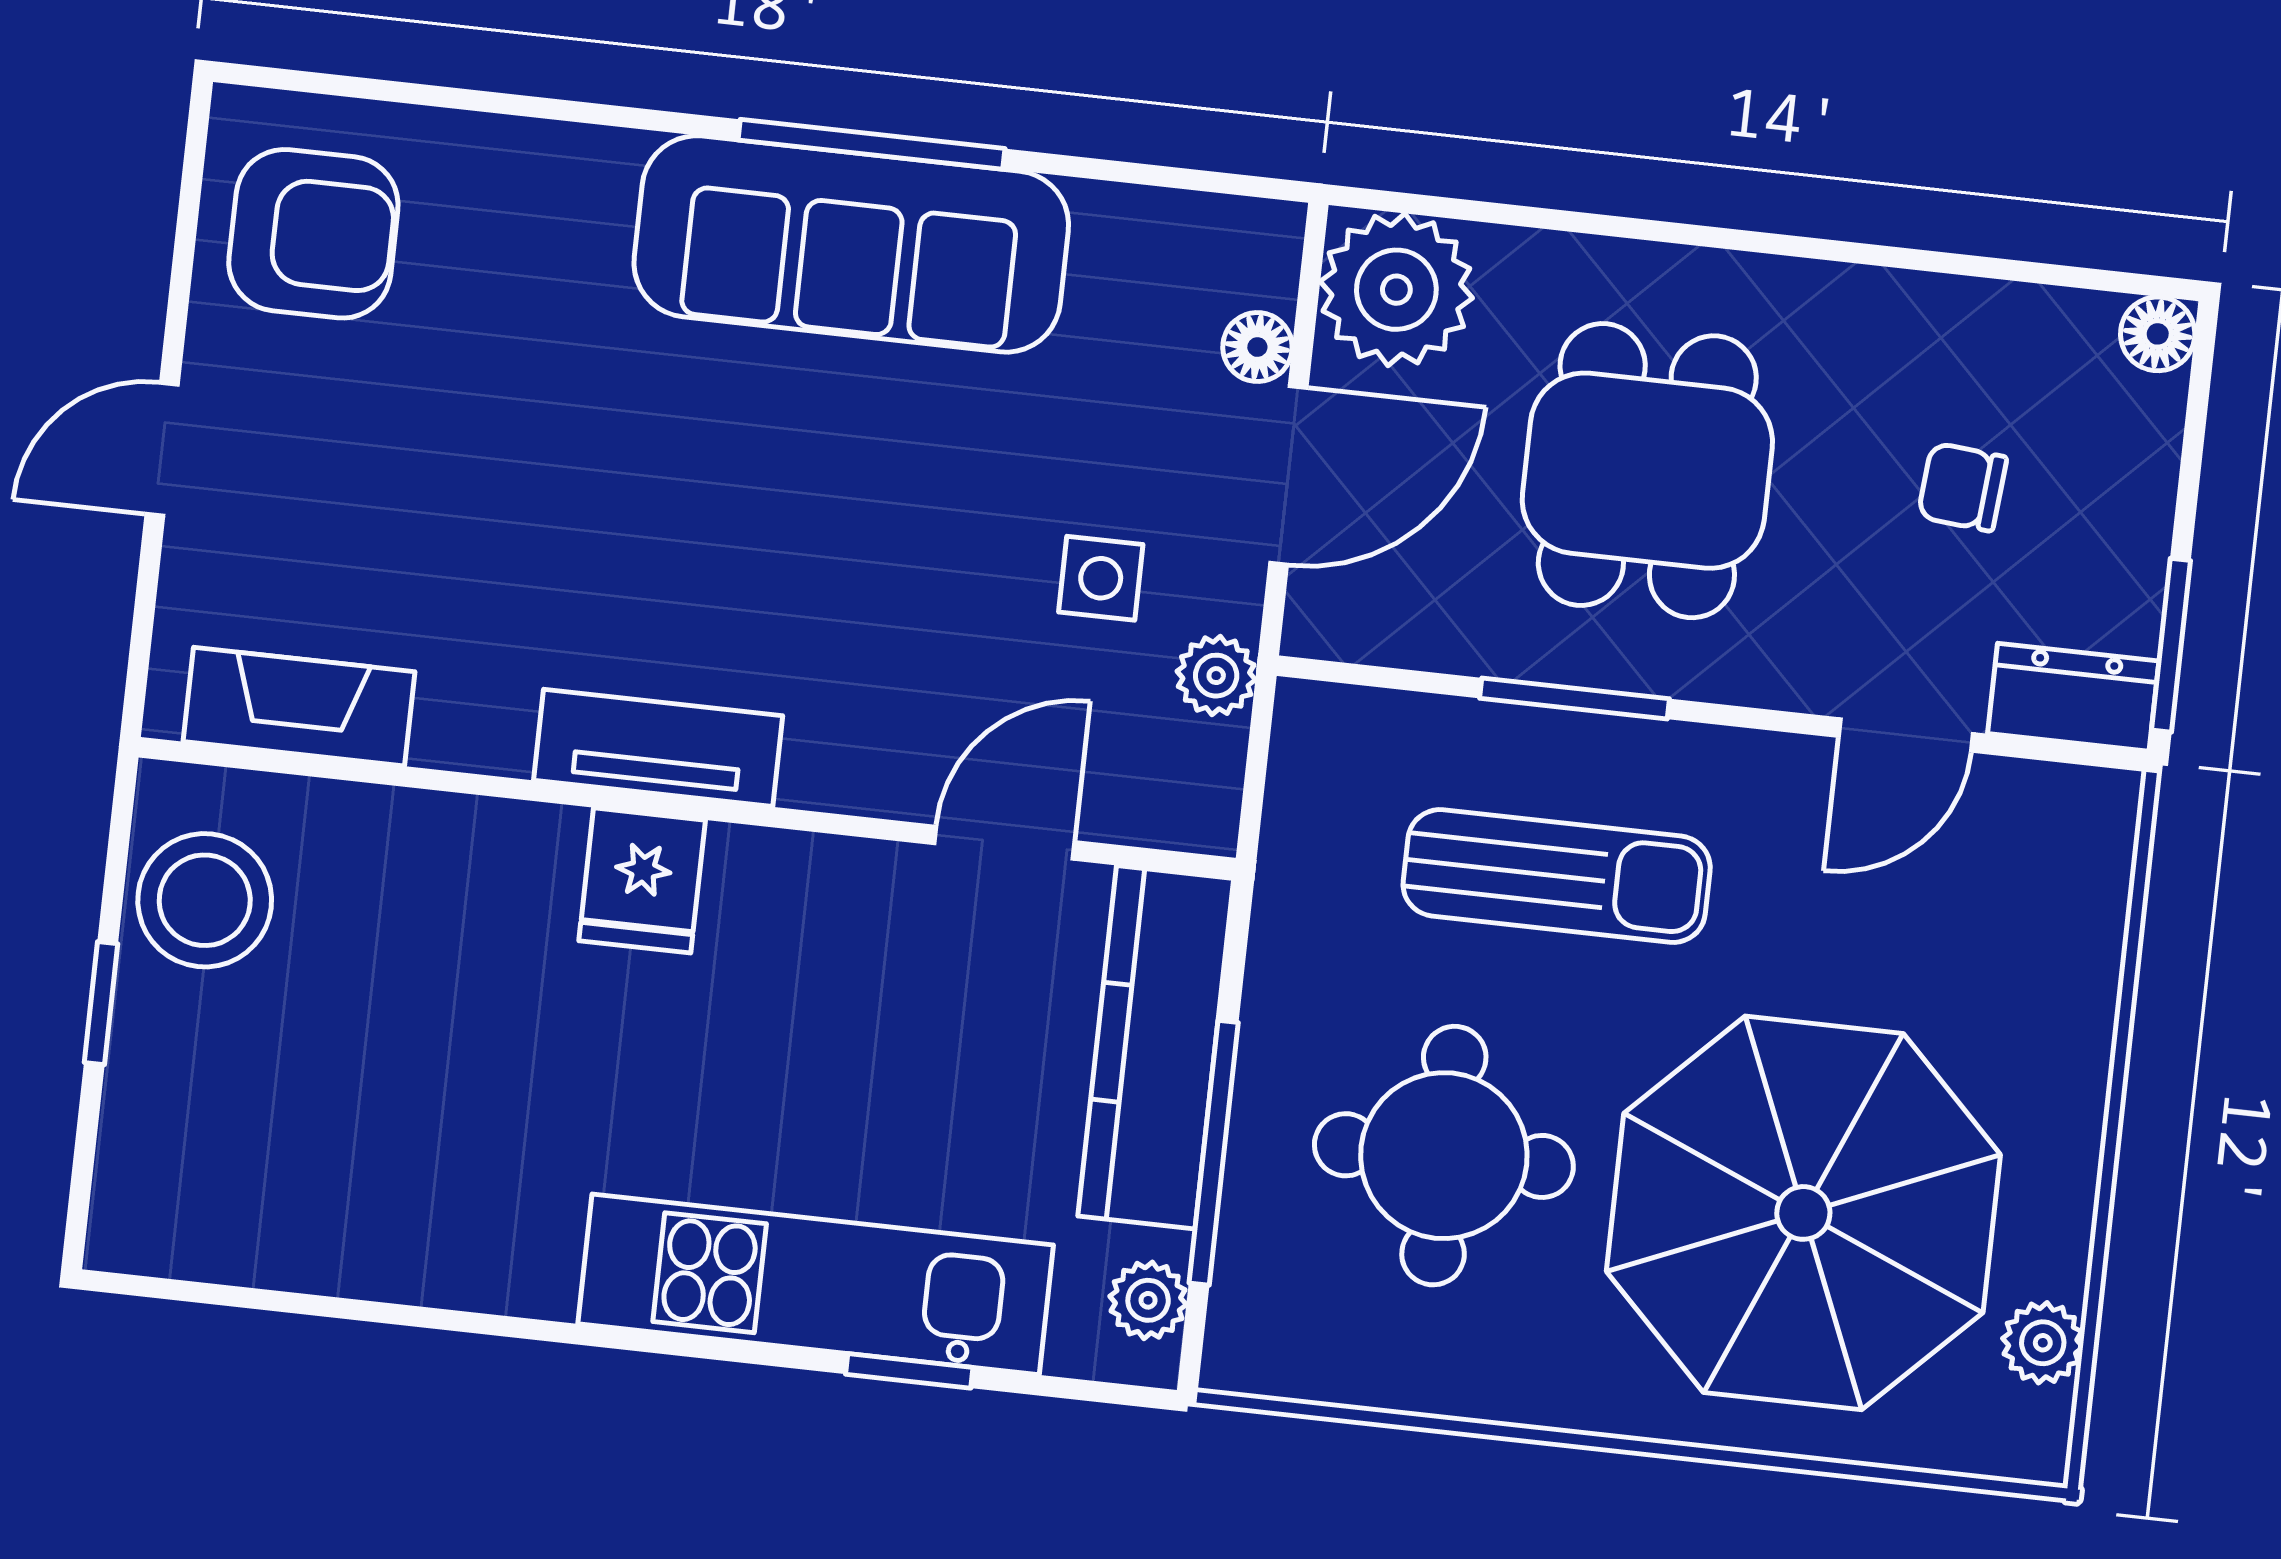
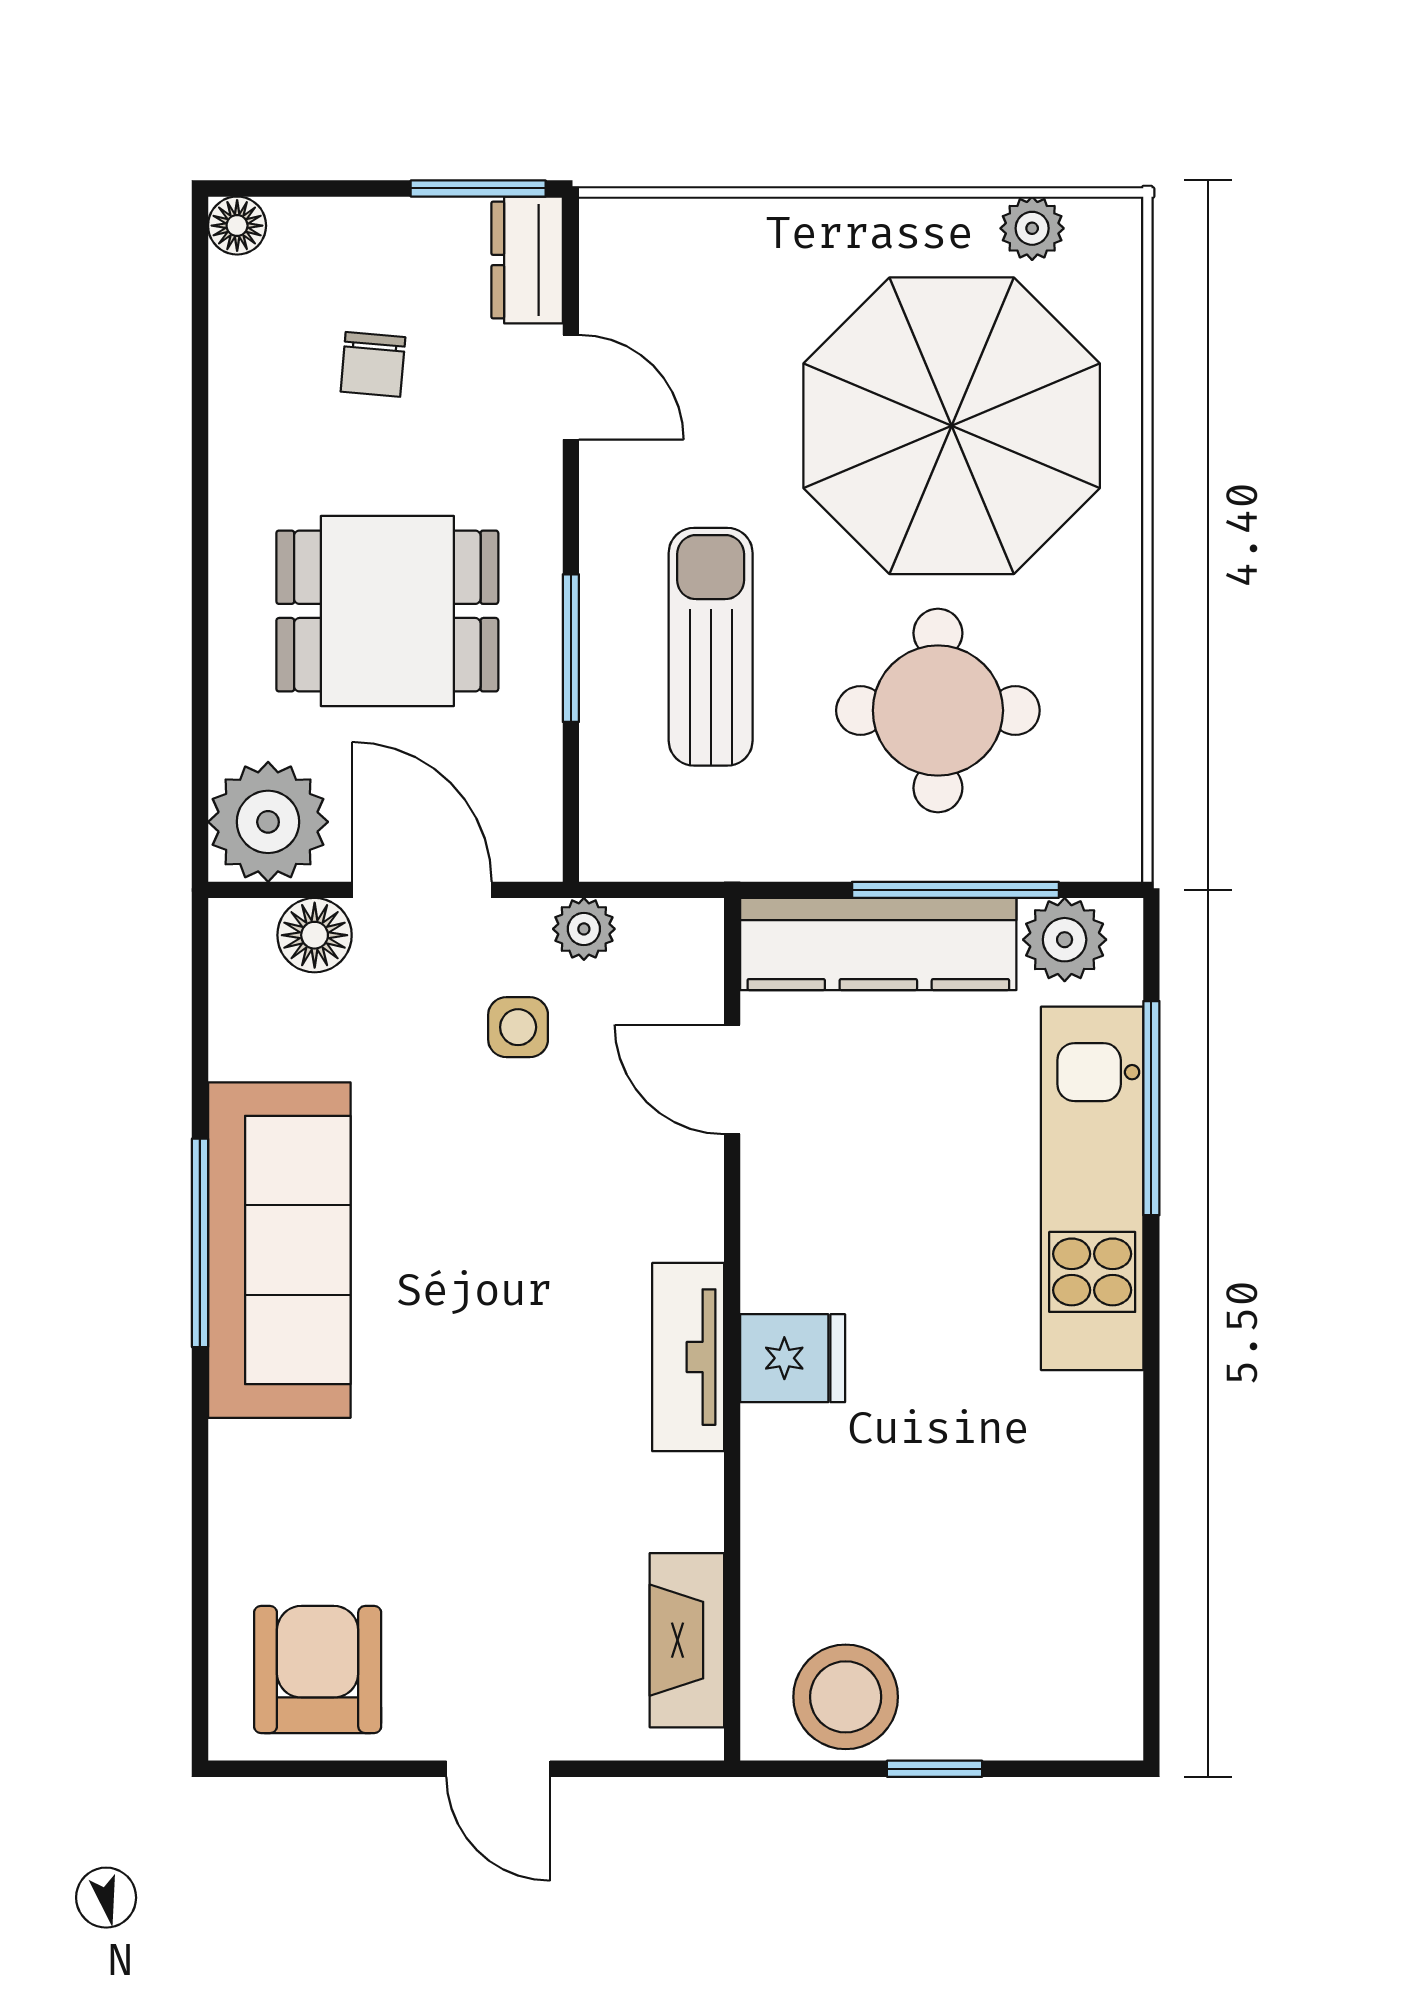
floor lamp: (1257, 347) -> (315, 935), width x1.37, depth x1.37
plant: (1148, 1300) -> (1065, 940), width x1.38, depth x1.38
window: (909, 1371) -> (1151, 1108), width x2.17

